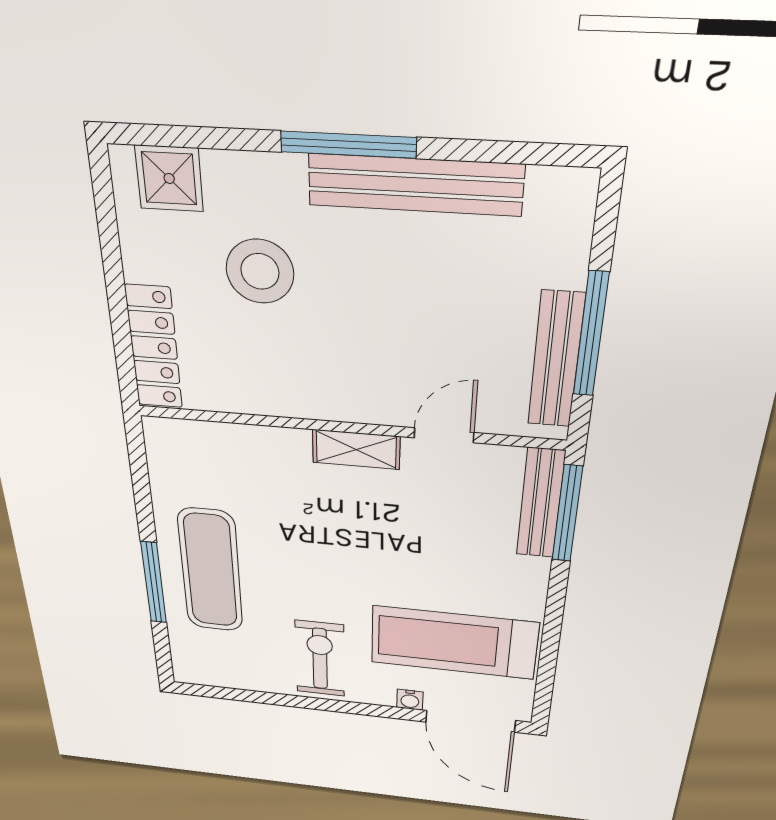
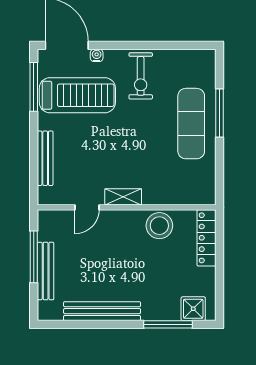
window: (348, 145) -> (168, 324), moved
stool: (260, 271) -> (159, 226), moved
bench: (556, 360) -> (46, 271), moved
bench: (541, 504) -> (45, 158), moved
window: (567, 514) -> (34, 87), moved

